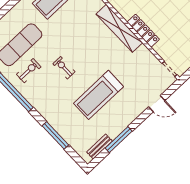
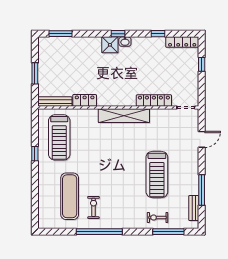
locker: (143, 31) -> (154, 100), moved
exercise bike: (64, 68) -> (157, 217), moved
window: (55, 135) -> (168, 232), moved

